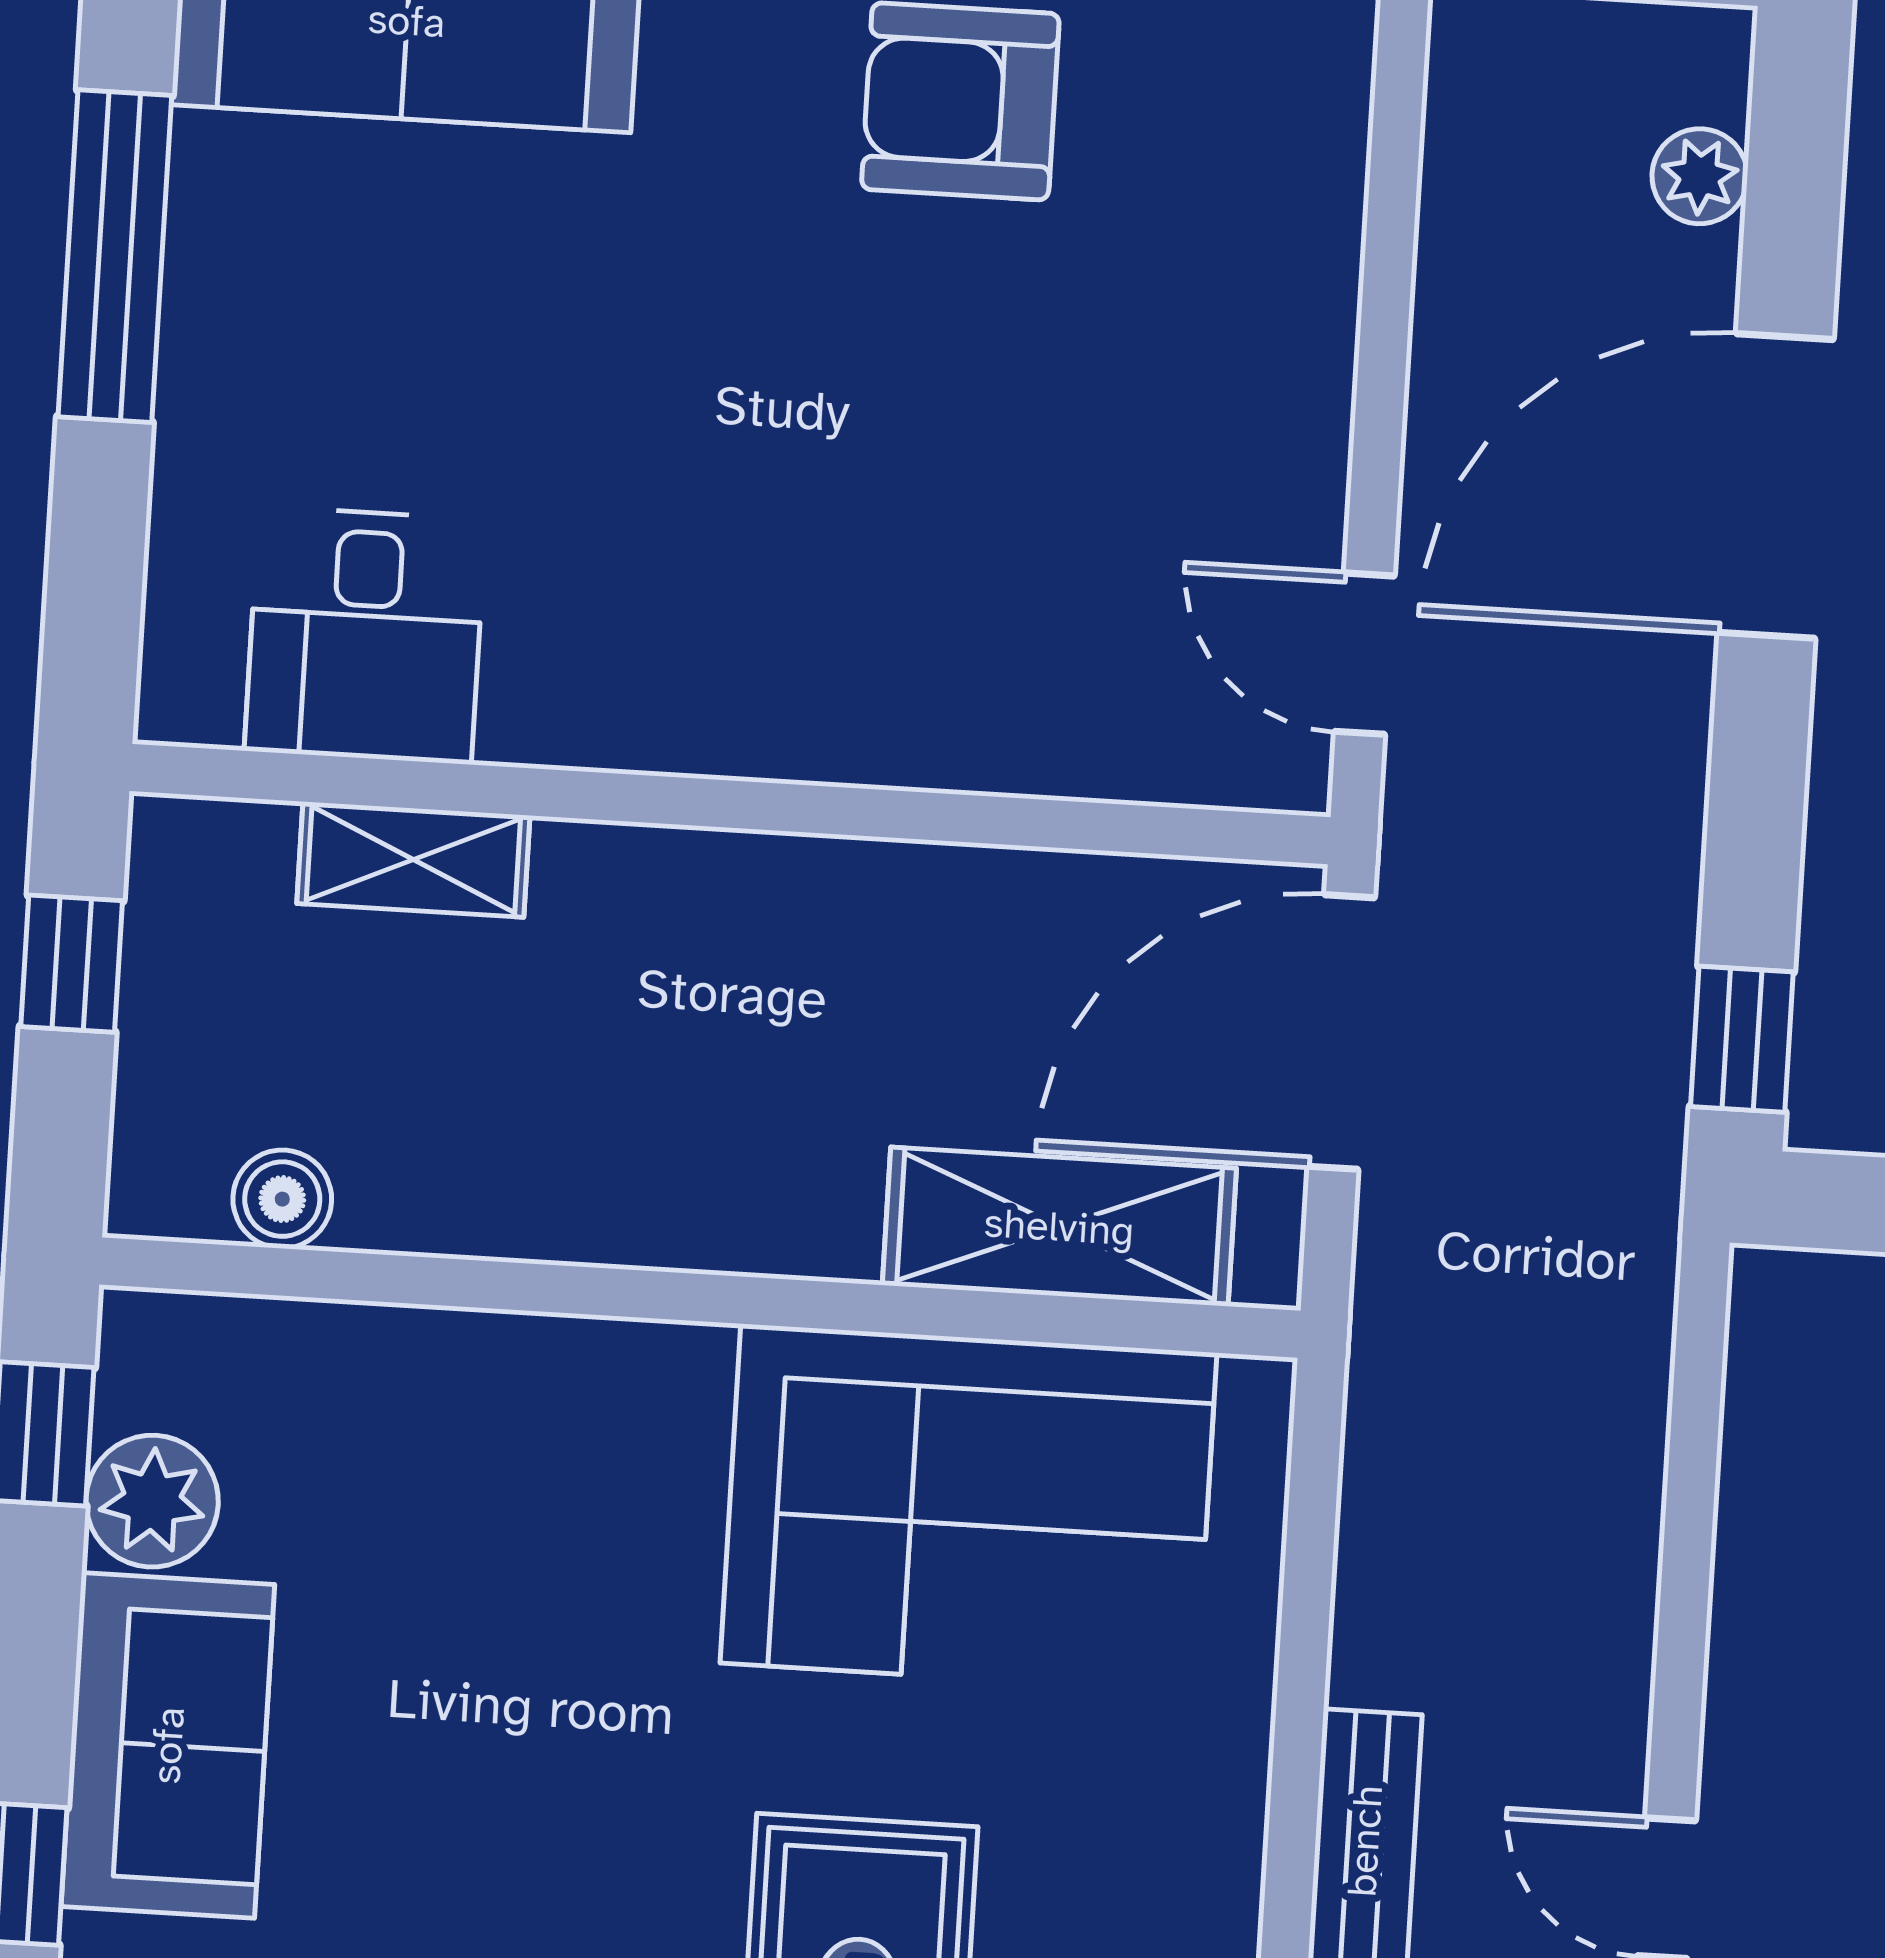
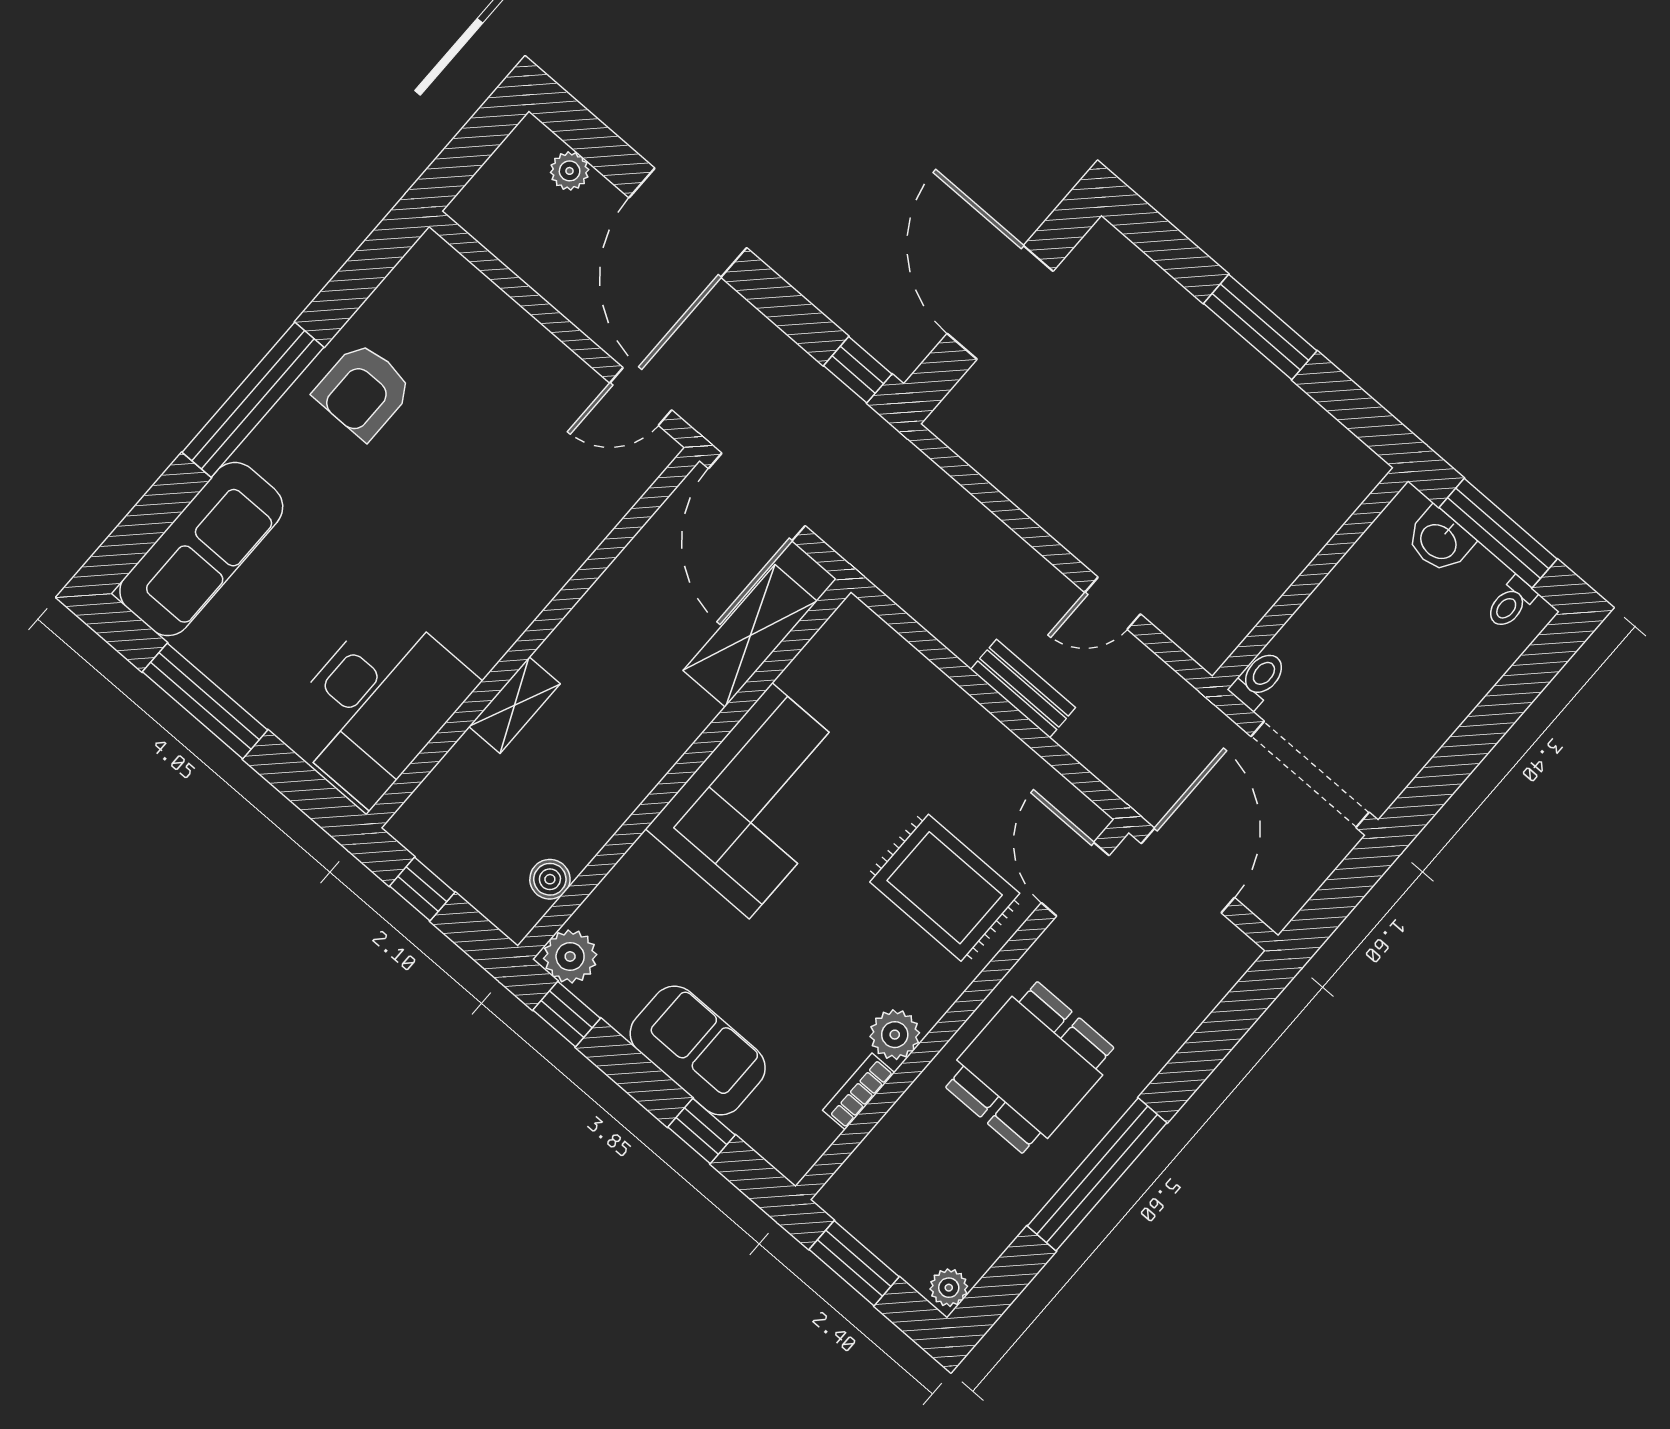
desk: (365, 635) -> (377, 704), width x1.87, depth x1.30
shelving: (413, 859) -> (515, 705), moved
plant: (152, 1501) -> (570, 956), moved
corner sofa: (968, 1508) -> (761, 801), moved

